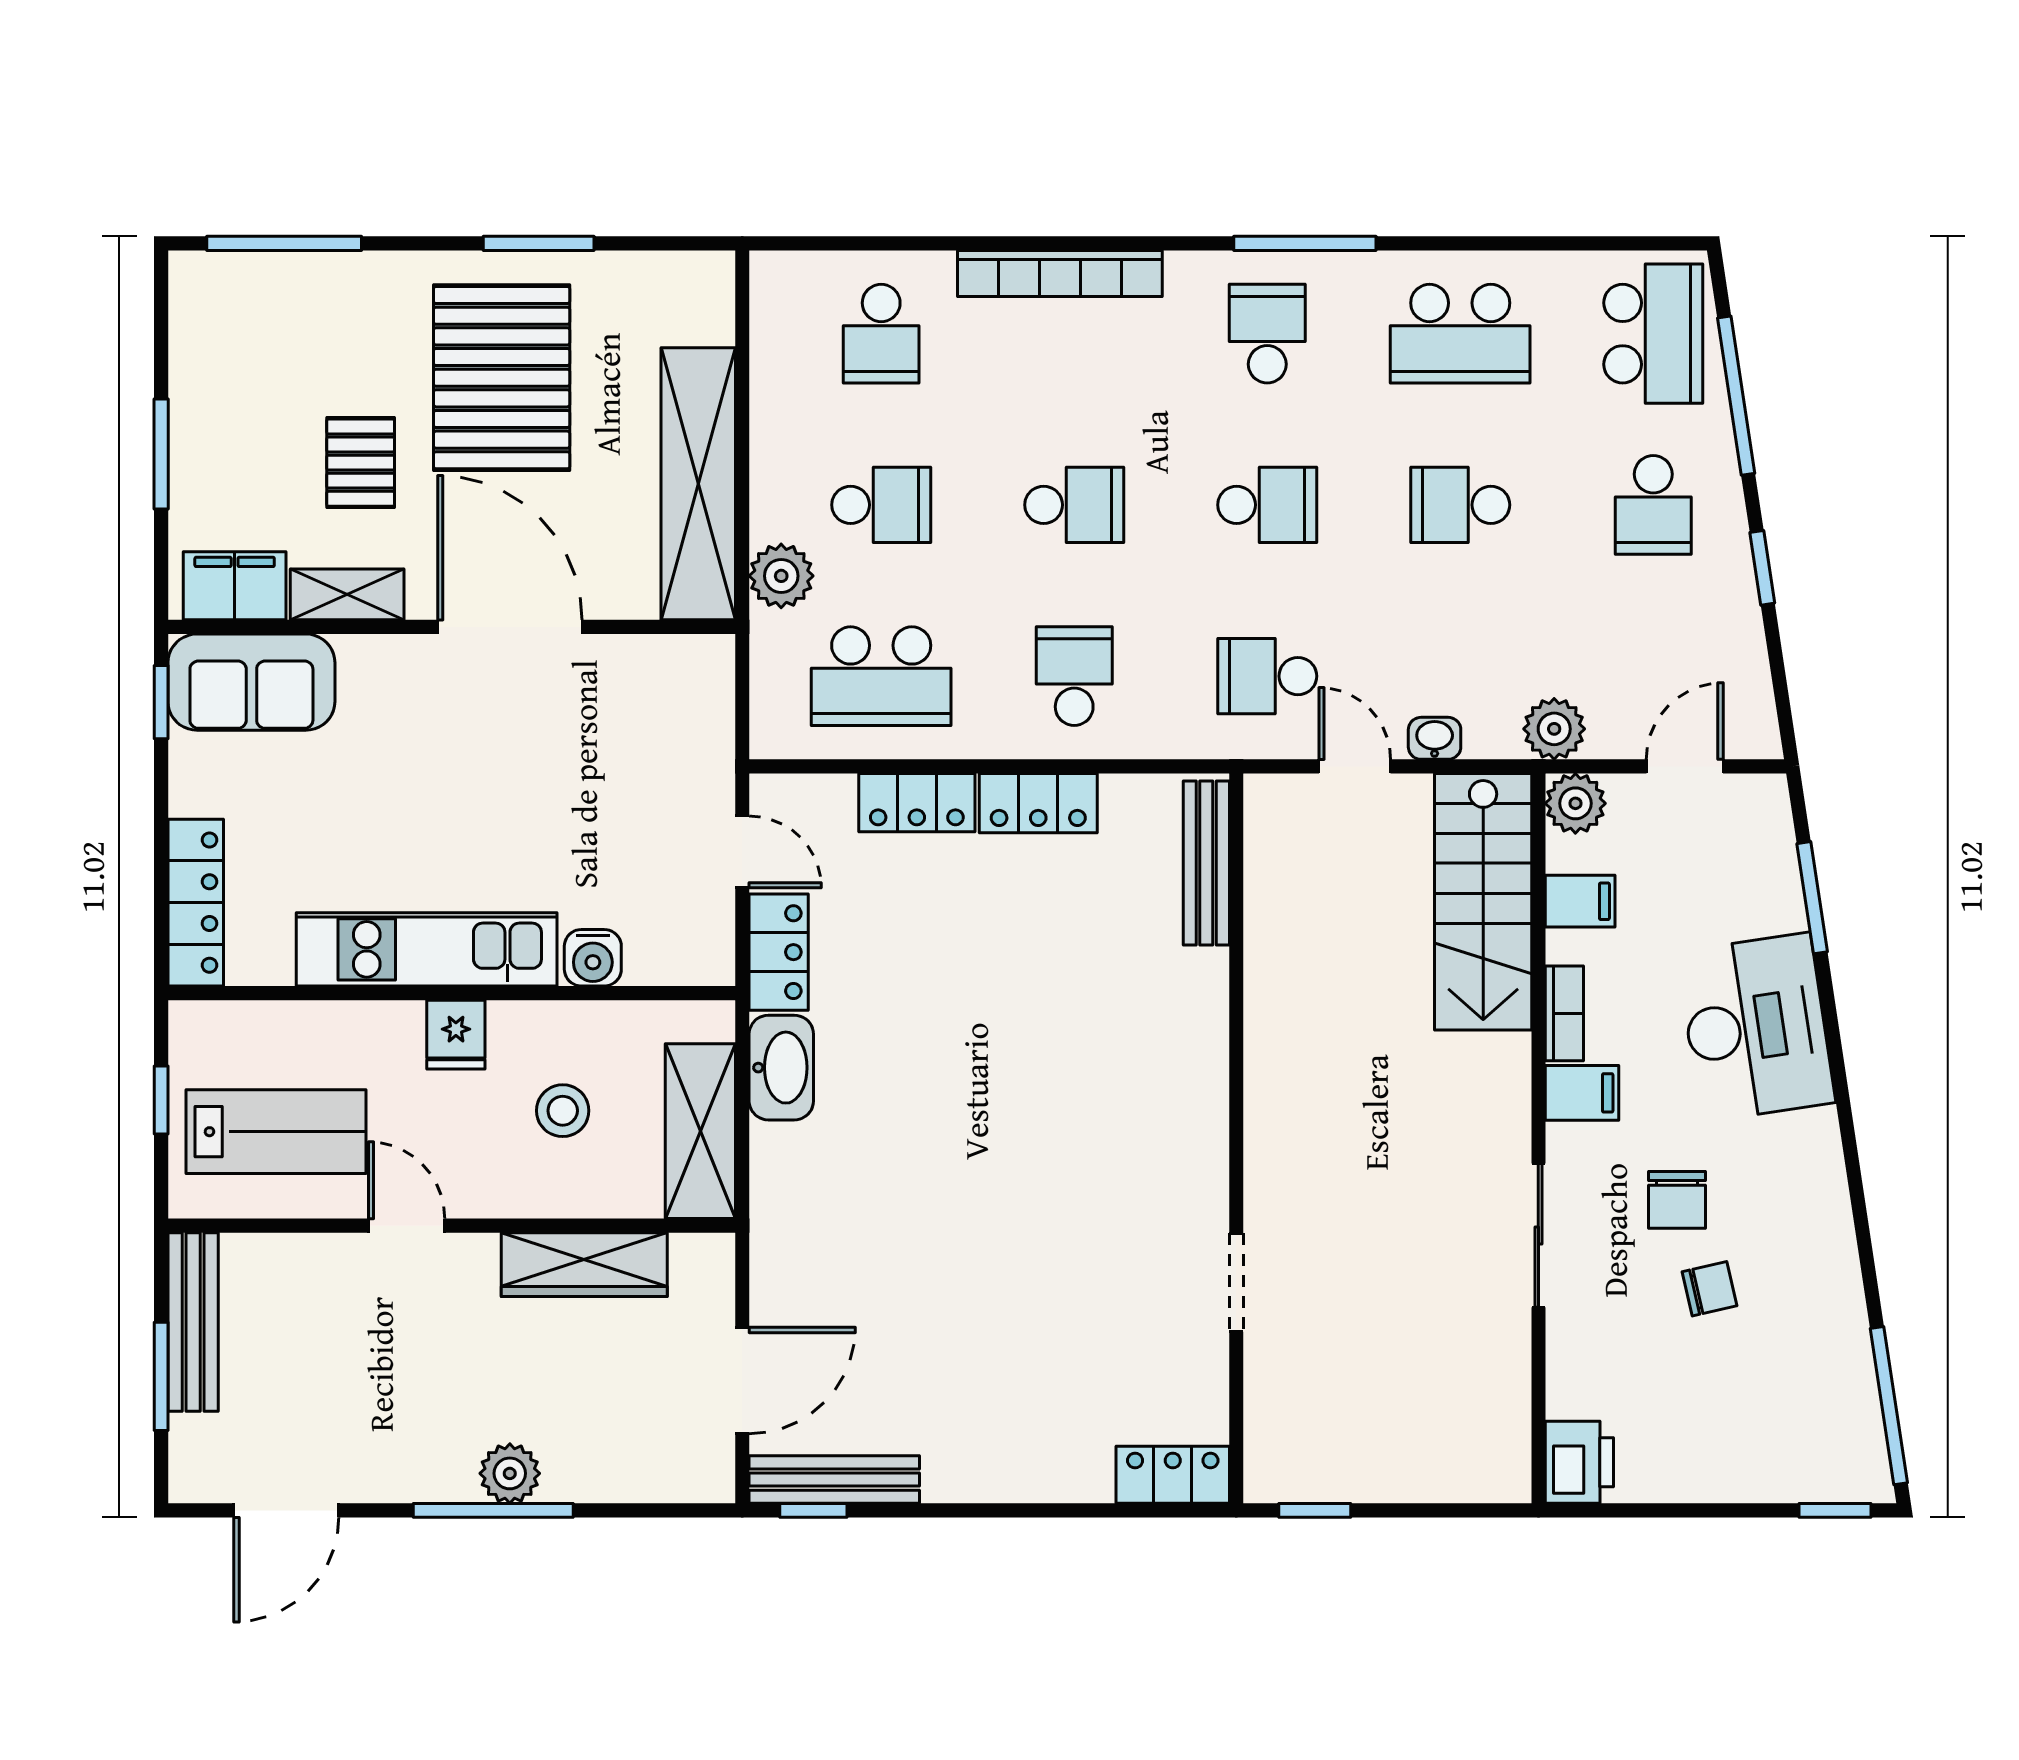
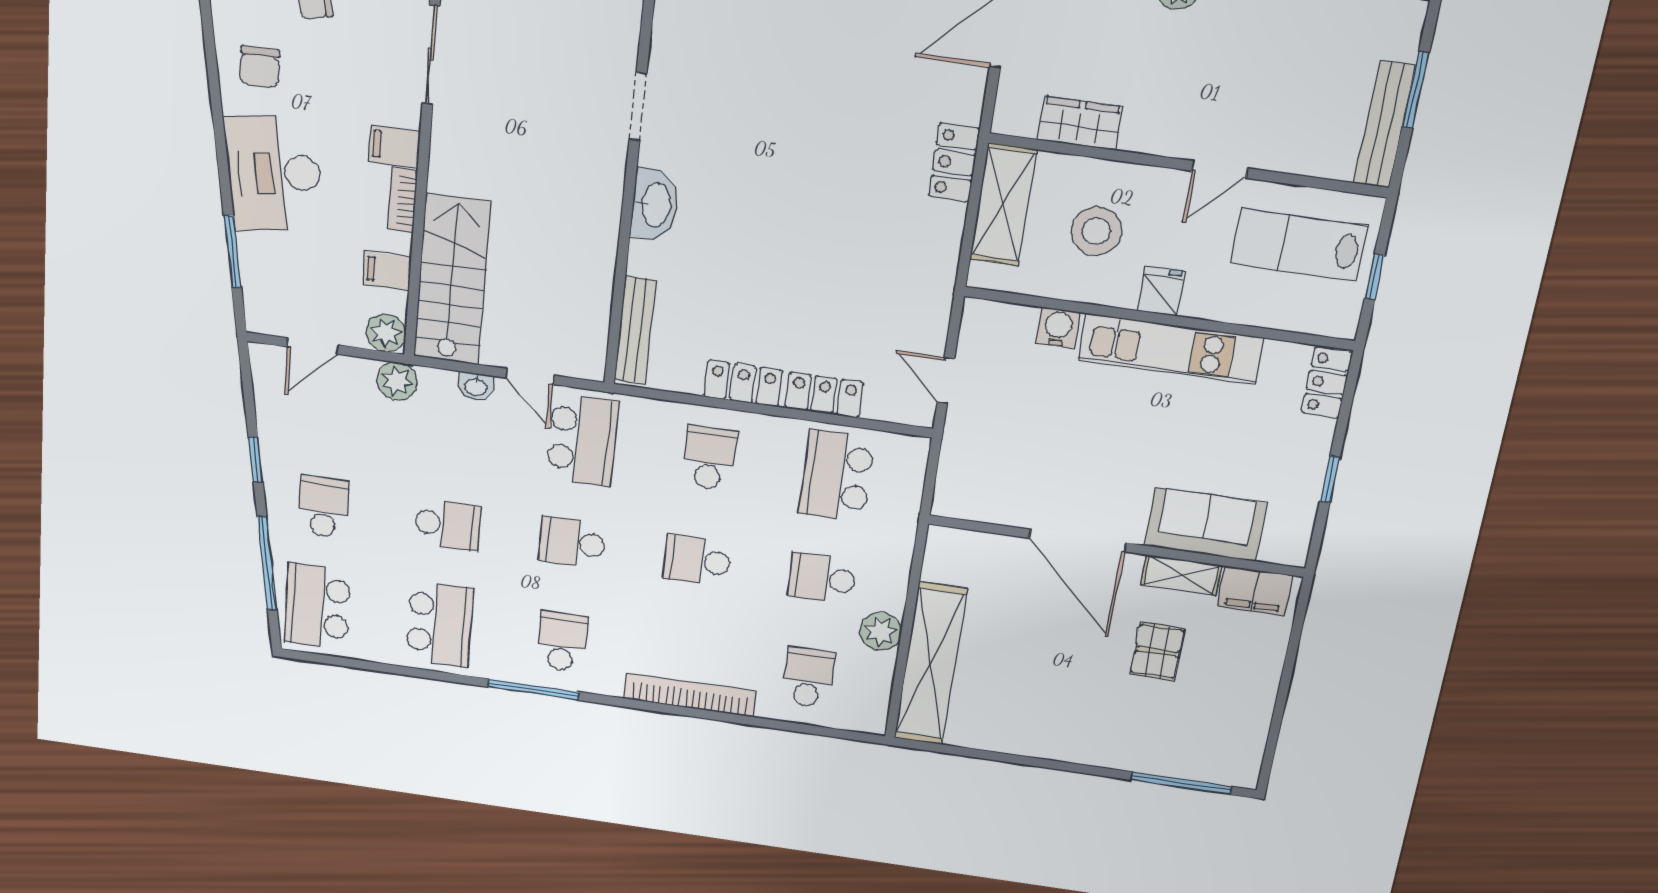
window: (539, 243) -> (1019, 760), removed
school desk: (1267, 334) -> (562, 642), turned 180
school desk: (1460, 334) -> (440, 624), turned 90
pallet: (502, 378) -> (1056, 687), removed
window: (161, 454) -> (1287, 675), removed
shelving: (698, 484) -> (930, 664), moved
plant: (781, 576) -> (881, 631), moved
school desk: (881, 676) -> (837, 476), turned -90
school desk: (1074, 676) -> (709, 458), turned 180
school desk: (1267, 676) -> (583, 440), width x1.85
sofa: (251, 682) -> (1206, 524), moved
window: (161, 702) -> (1330, 479), moved
locker: (196, 903) -> (1327, 382), width x0.66
locker: (779, 952) -> (954, 162), moved
washbasin: (781, 1068) -> (655, 205), moved, turned 180
stool: (563, 1111) -> (1096, 231), width x1.38, depth x1.38
chair: (1677, 1200) -> (260, 67), moved, turned 180
door: (407, 1226) -> (1220, 170), hinge flipped
wardrobe: (584, 1265) -> (1080, 123), width x0.67
doorway: (1236, 1283) -> (638, 106), moved

